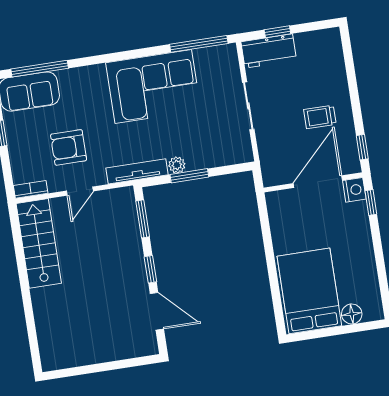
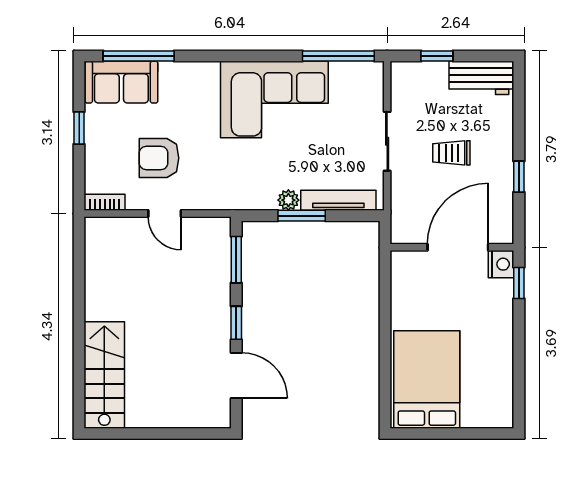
workbench: (269, 51) -> (481, 78), moved
trolley: (320, 117) -> (451, 153), moved
window: (362, 147) -> (519, 177), moved
tv unit: (137, 171) -> (338, 200), moved
door: (80, 191) -> (165, 214), hinge flipped
stairs: (39, 243) -> (104, 375), moved
floor lamp: (352, 314) -> (474, 416), removed

